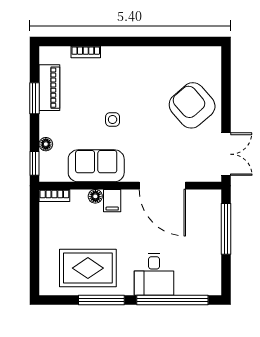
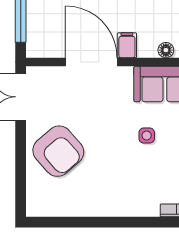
filing cabinet: (112, 201) -> (127, 45), moved

